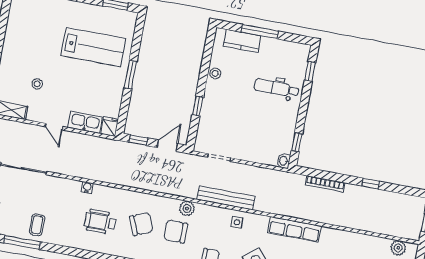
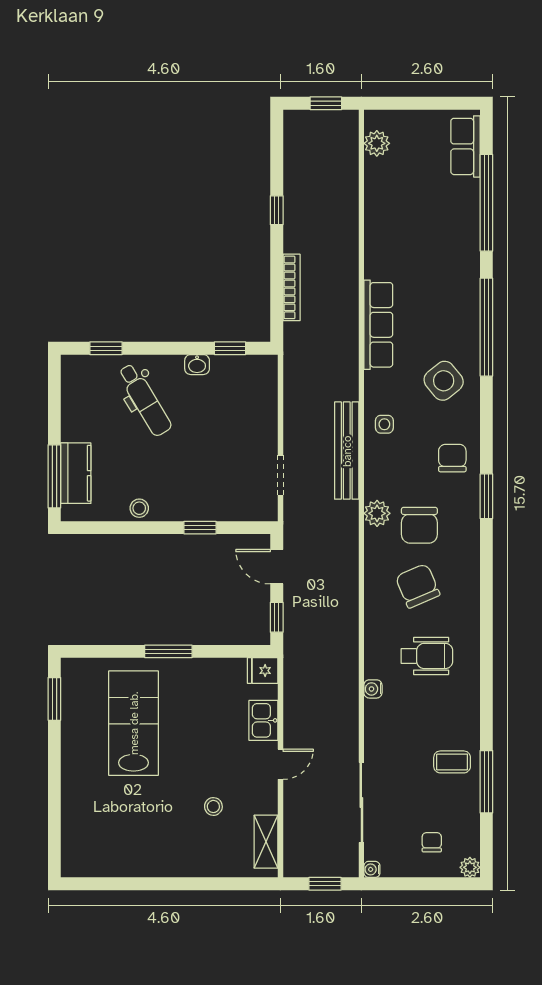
window: (260, 32) -> (54, 476), moved
dental chair: (277, 88) -> (145, 400), turned -31
kitchen sink: (85, 122) -> (263, 720), width x0.73
washbasin: (284, 161) -> (197, 365), moved
wheelchair: (100, 222) -> (427, 656), turned -90

